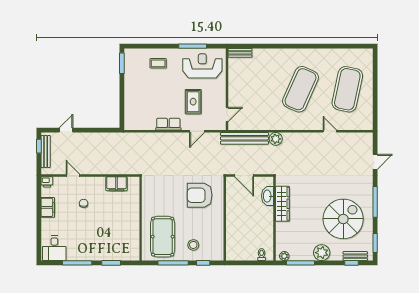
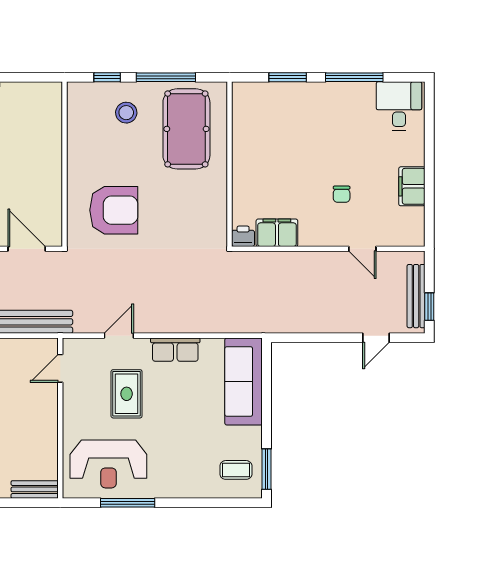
coffee table: (158, 63) -> (236, 470), moved
sofa: (134, 108) -> (244, 381), added
printer: (47, 182) -> (243, 236), moved

